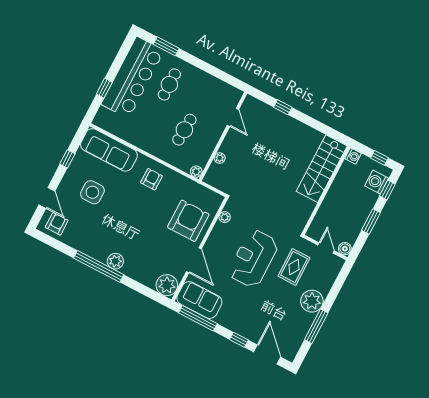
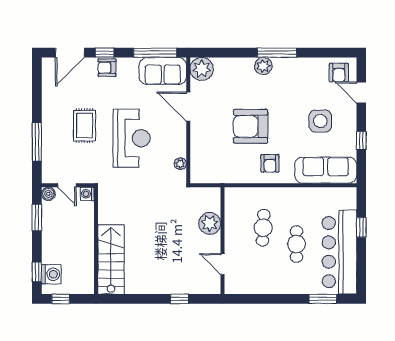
cafe table: (169, 84) -> (296, 244), moved
washing machine: (353, 156) -> (87, 194), moved
plant: (220, 158) -> (210, 223), width x1.87, depth x1.87
plant: (196, 172) -> (231, 193), removed
armchair: (188, 221) -> (251, 126), moved, turned 90
window: (371, 221) -> (37, 217), moved
window: (99, 266) -> (277, 53), width x0.68
rug: (294, 267) -> (84, 125), moved
plant: (312, 301) -> (54, 127), removed
window: (316, 326) -> (37, 142), moved
armchair: (243, 327) -> (107, 68), added
door: (267, 354) -> (70, 53), hinge flipped

